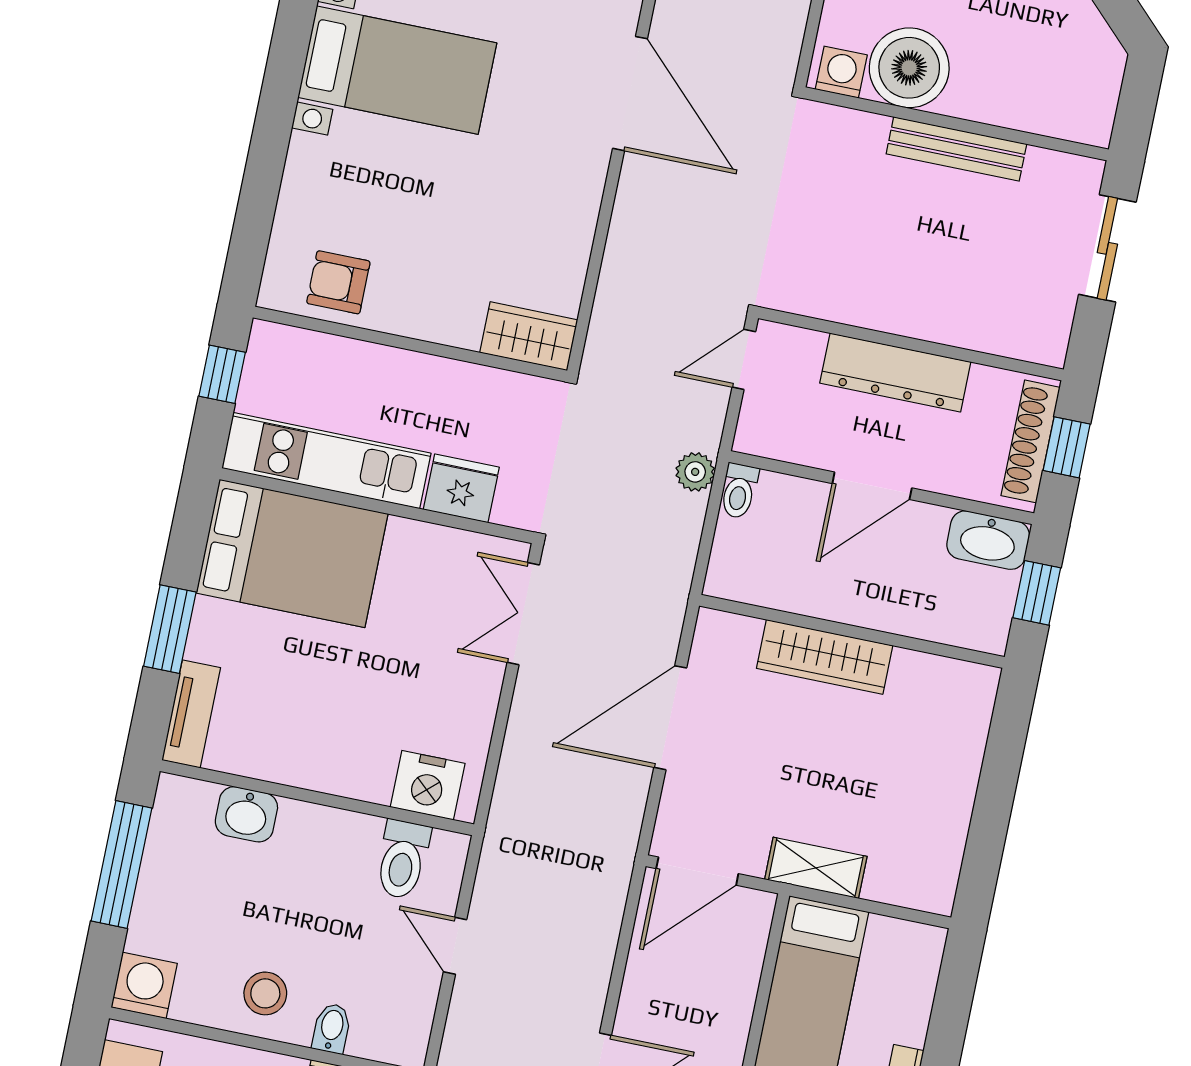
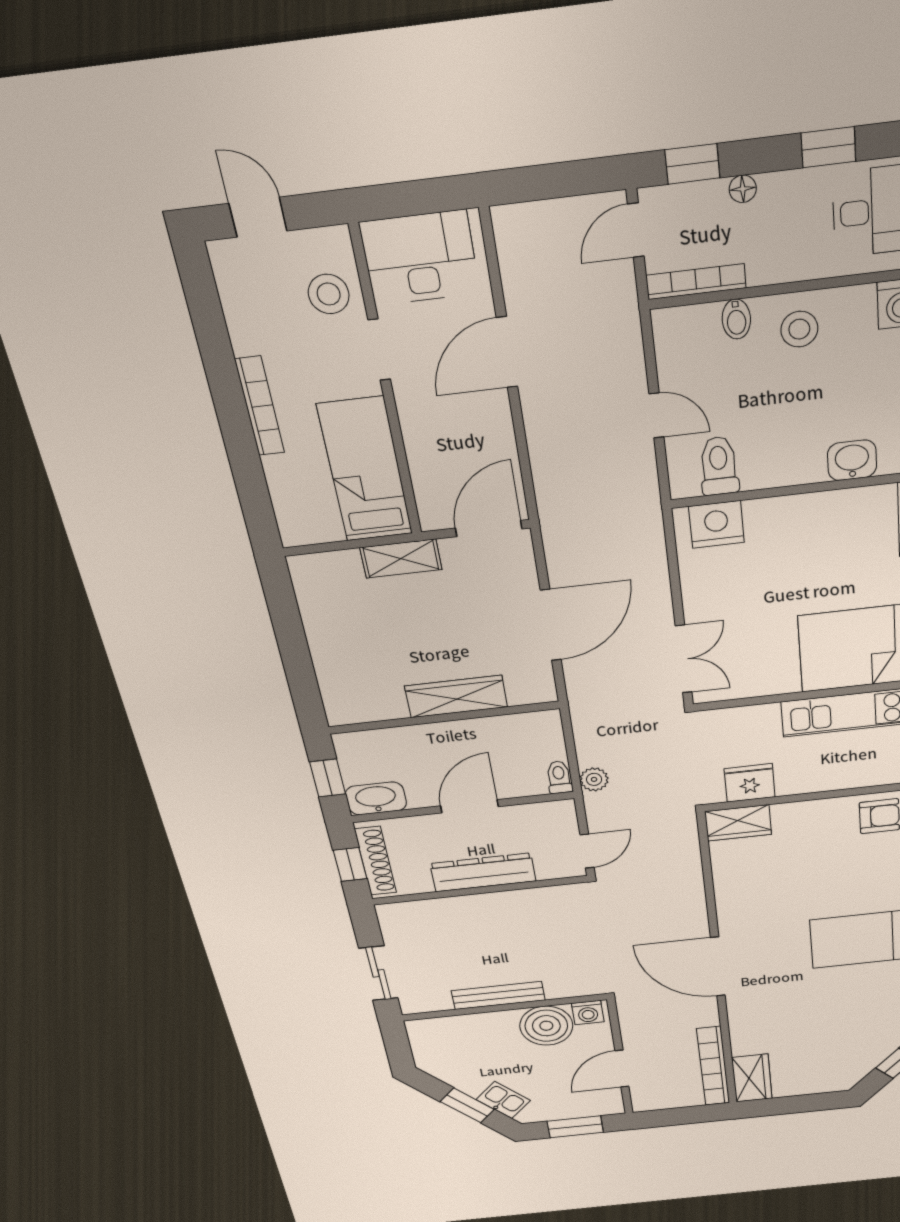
fridge: (461, 488) -> (750, 783), moved, turned 180

